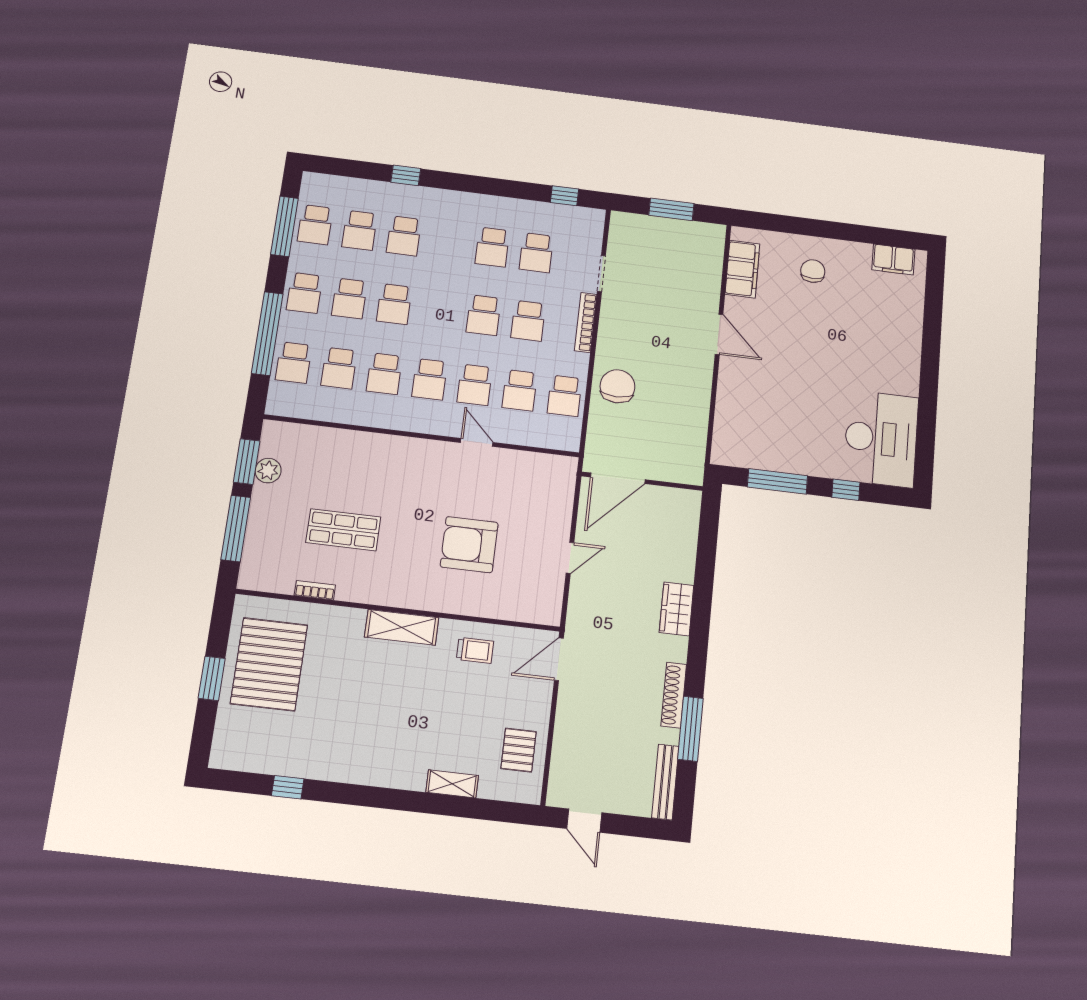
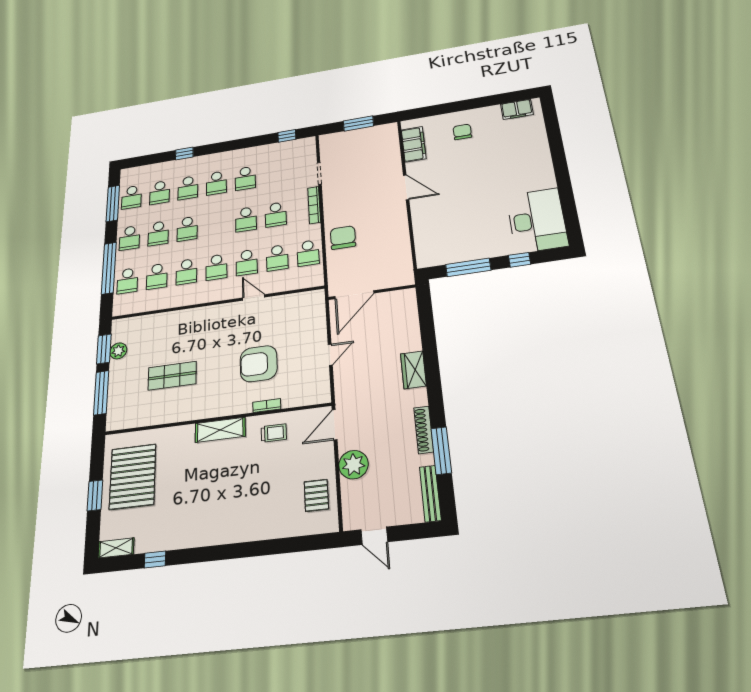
school desk: (536, 253) -> (216, 183), moved
bookcase: (315, 590) -> (267, 406), moved
plant: (574, 720) -> (353, 465), added
shelving: (452, 784) -> (116, 548), moved

